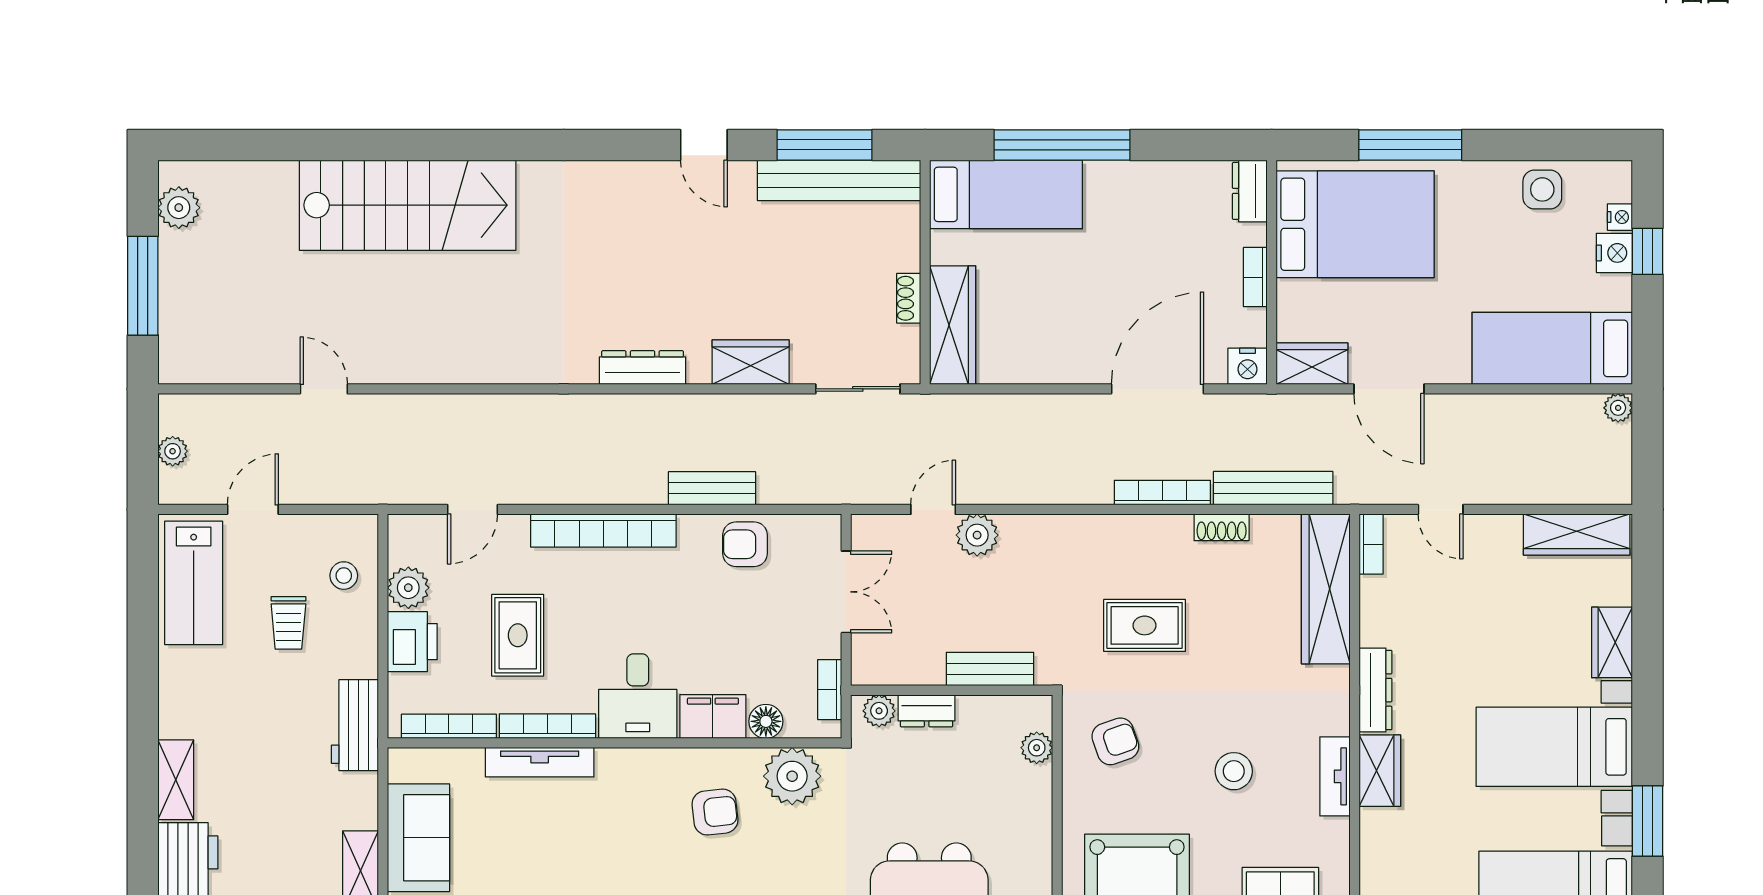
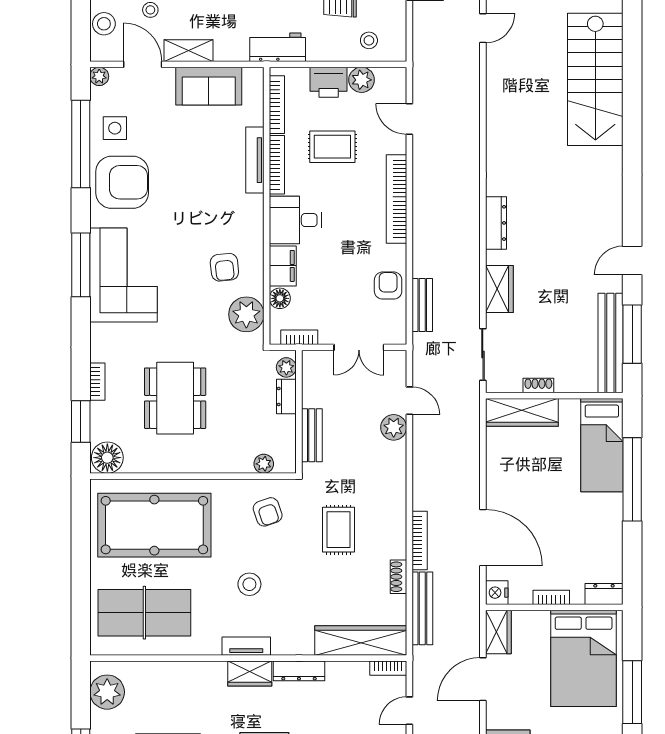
bench: (712, 488) -> (422, 305), moved

